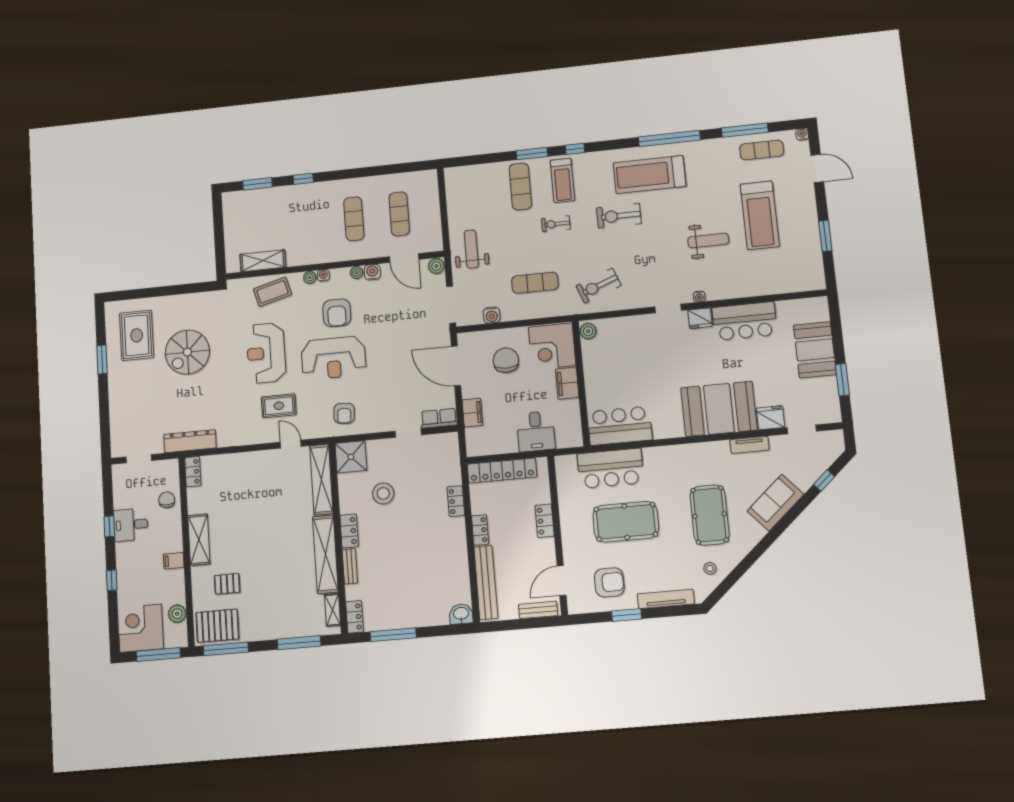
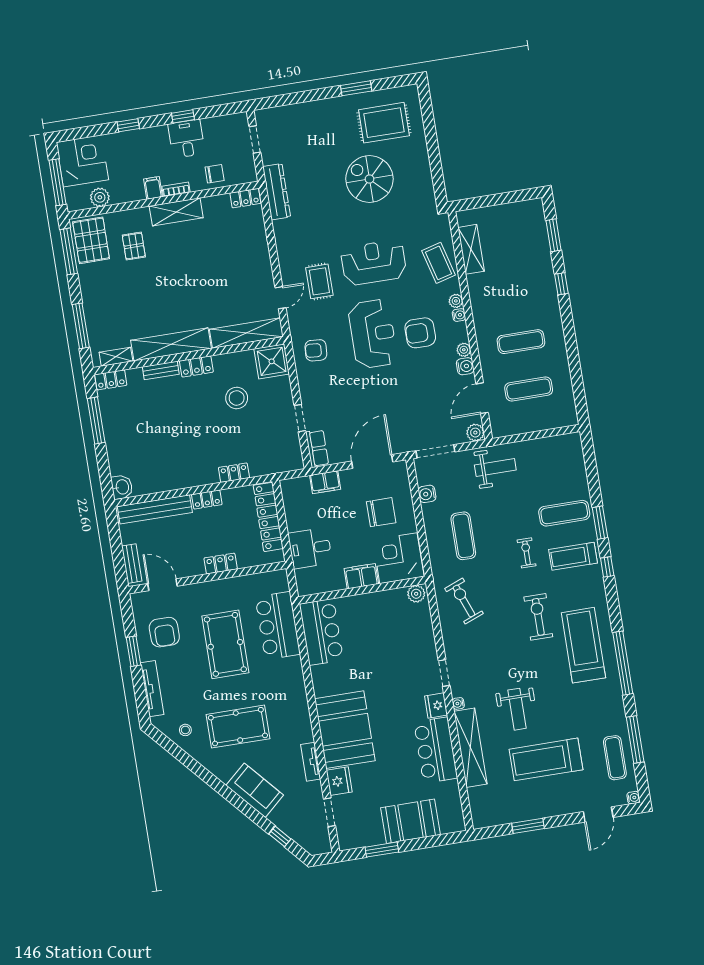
shelving: (744, 287) -> (470, 748), added
reception desk: (333, 358) -> (373, 334), turned 180
bookcase: (177, 538) -> (176, 189), added

